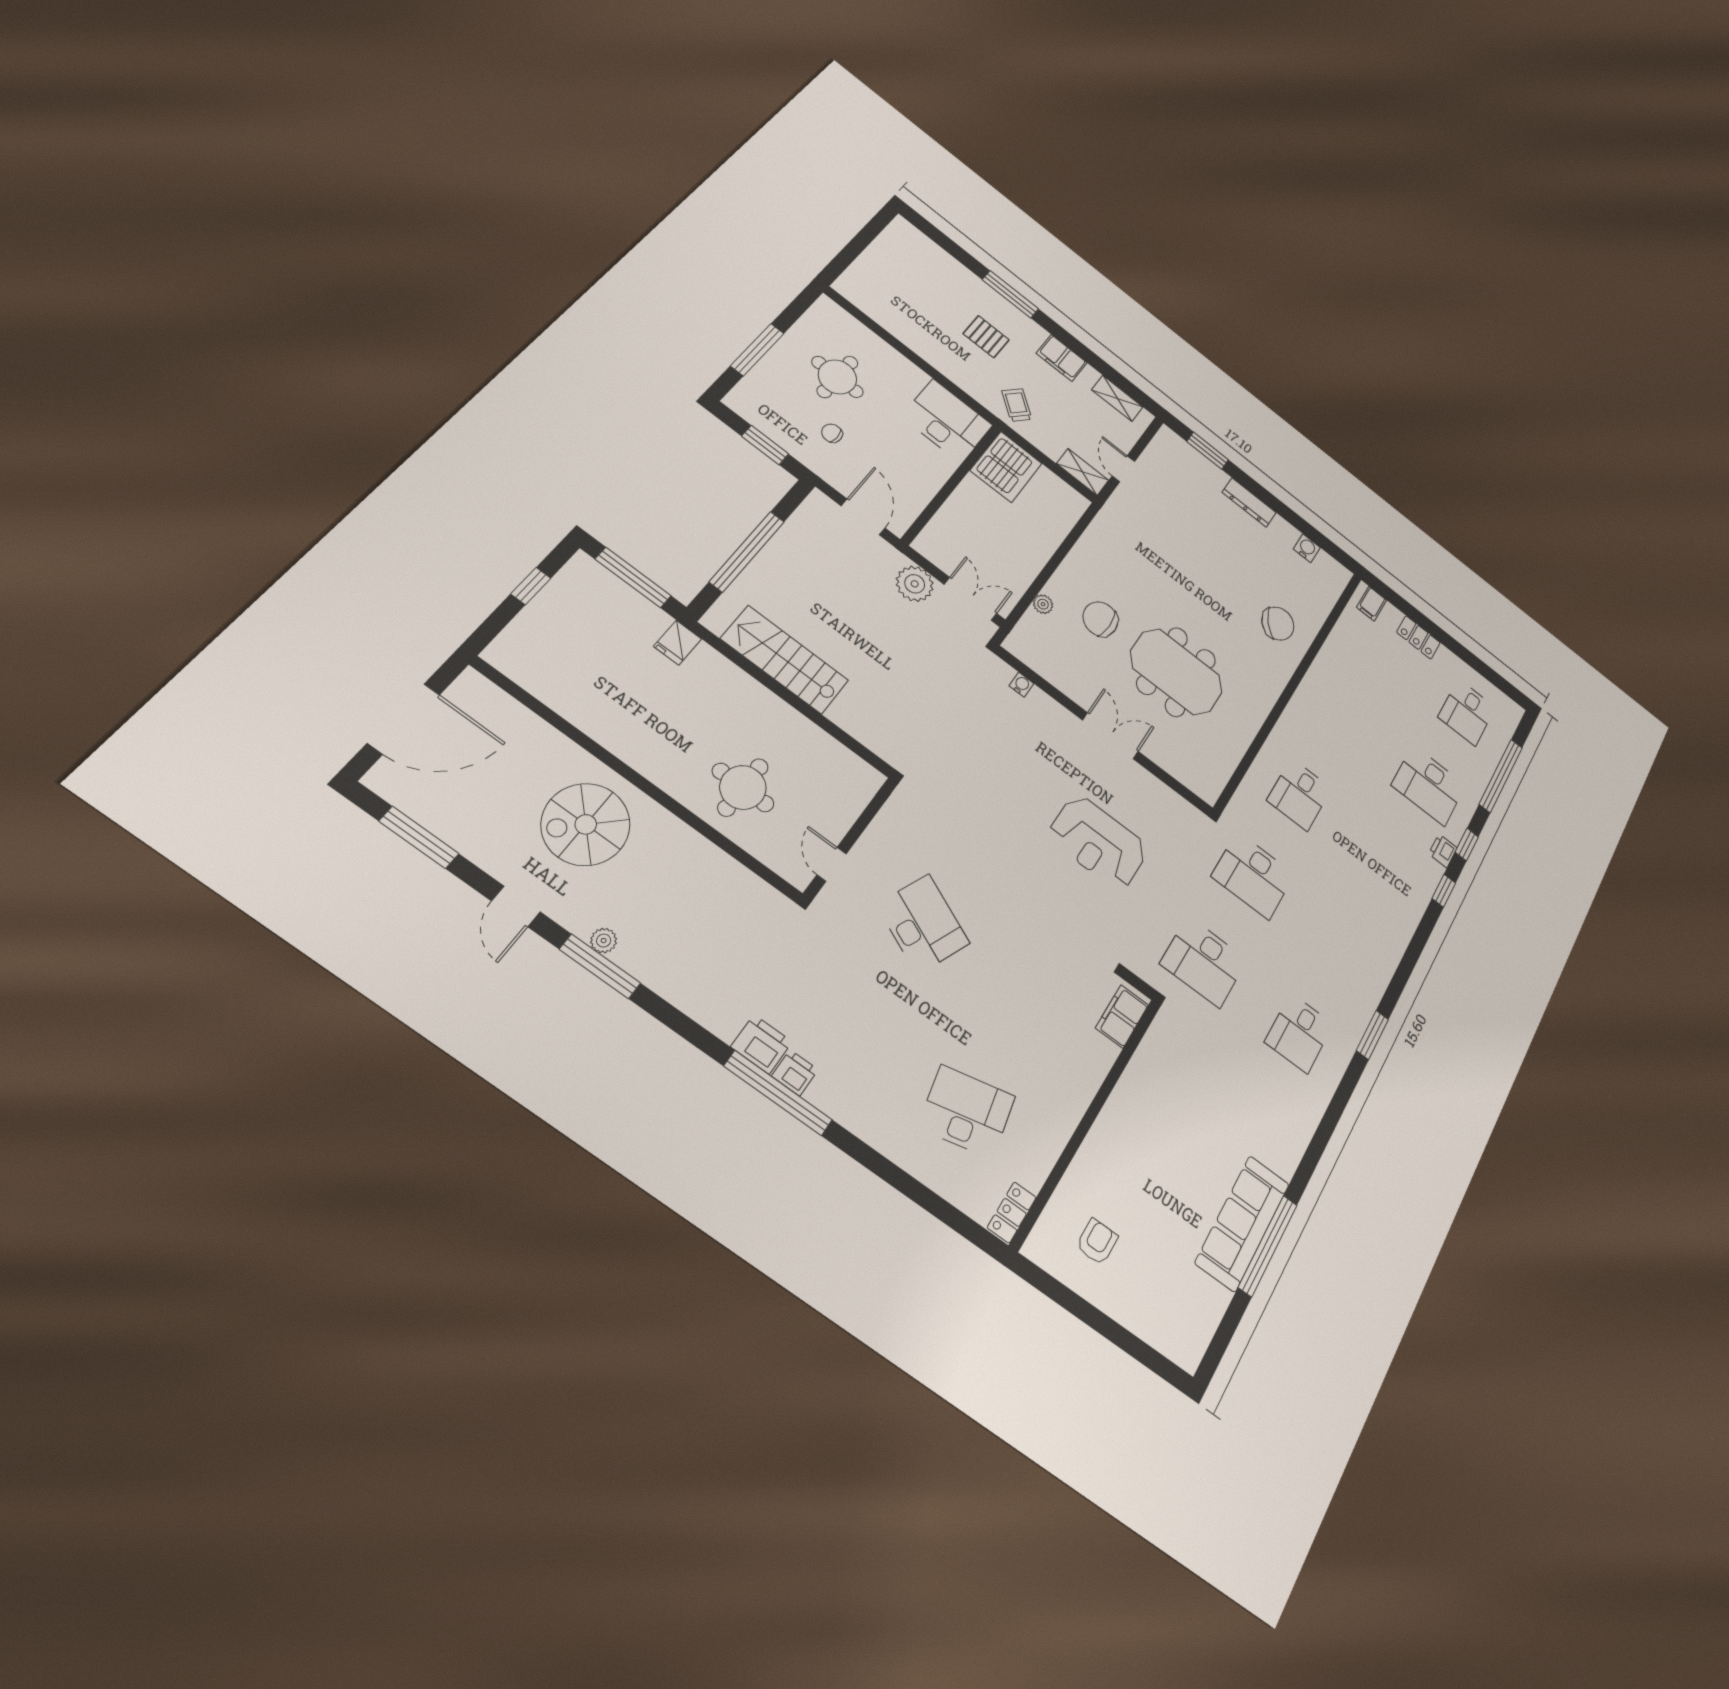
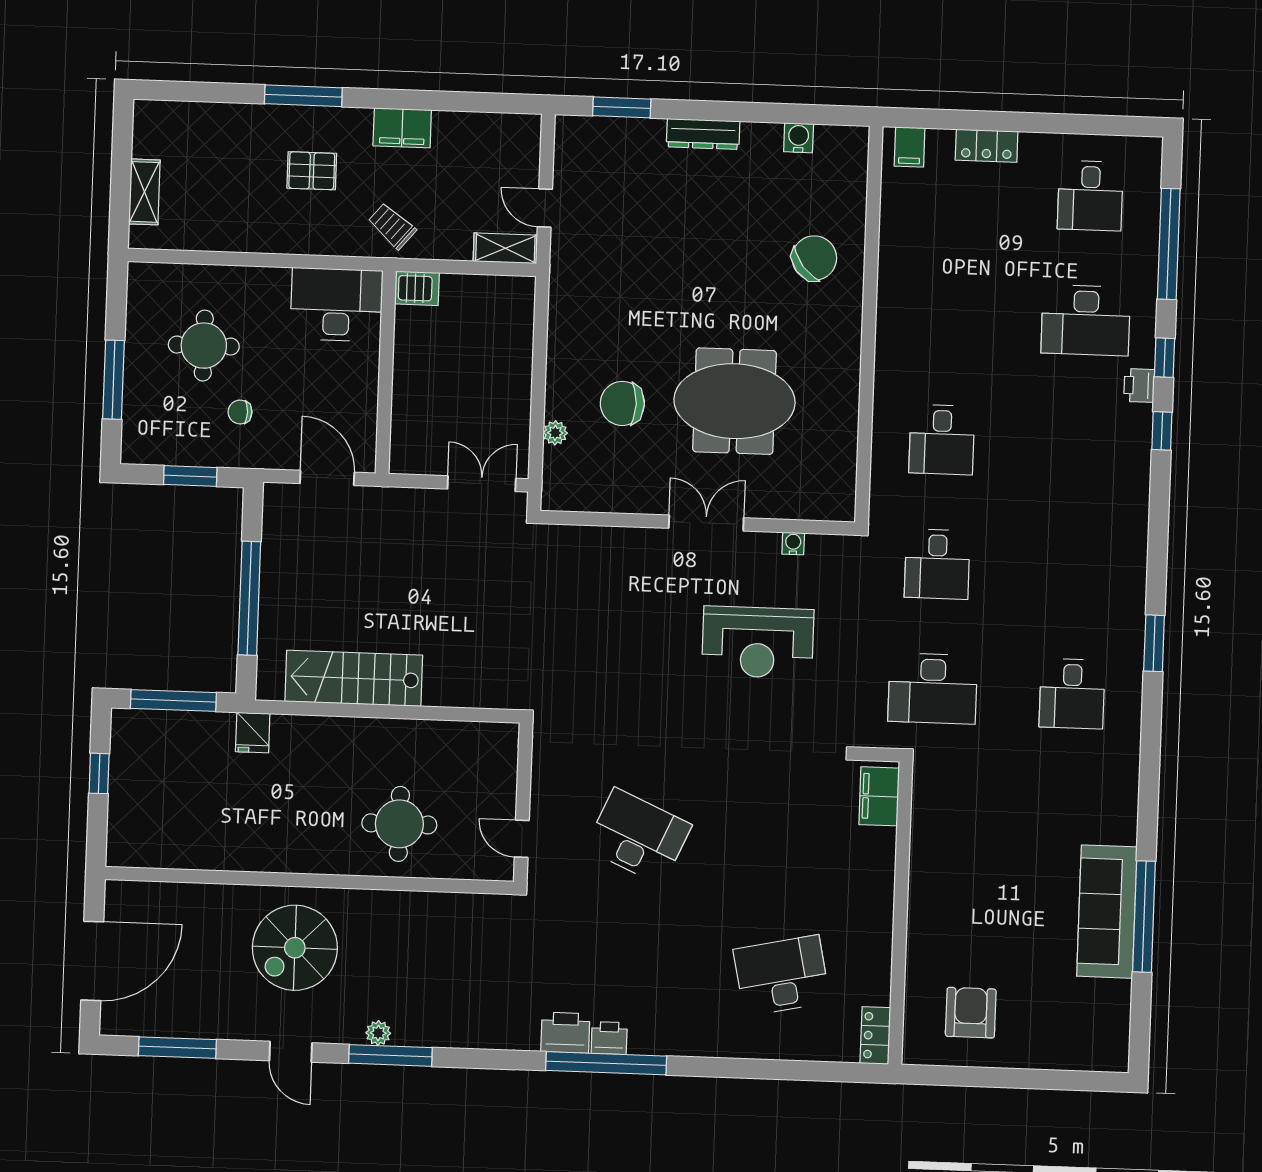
shelving: (1117, 398) -> (144, 192), moved, turned 90
server rack: (1006, 467) -> (417, 288), width x0.46, depth x0.70
plant: (915, 584) -> (419, 510), removed
water cooler: (1021, 685) -> (793, 543), moved
desk: (1253, 875) -> (937, 564), width x0.73
armchair: (1097, 1242) -> (971, 1013), width x1.38, depth x1.38

